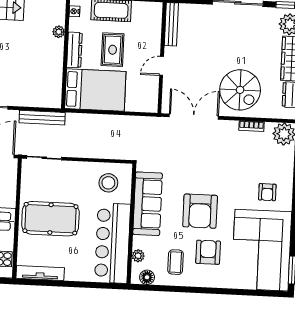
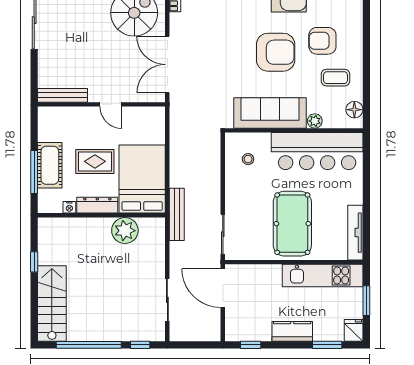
nightstand: (74, 11) -> (69, 207), moved
plant: (59, 32) -> (125, 231), moved, width x1.87, depth x1.87
bench: (42, 118) -> (177, 214), moved
stool: (108, 183) -> (248, 159), width x0.53, depth x0.53
plant: (138, 256) -> (315, 121), moved

